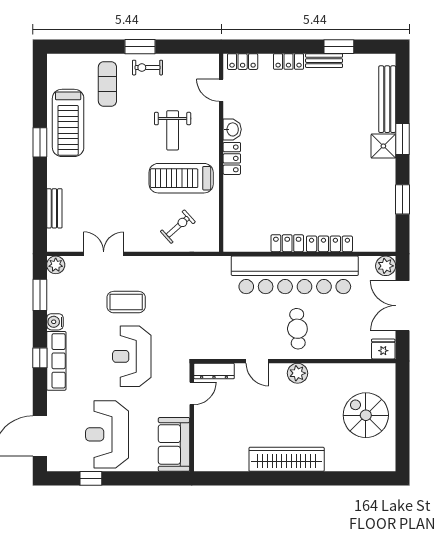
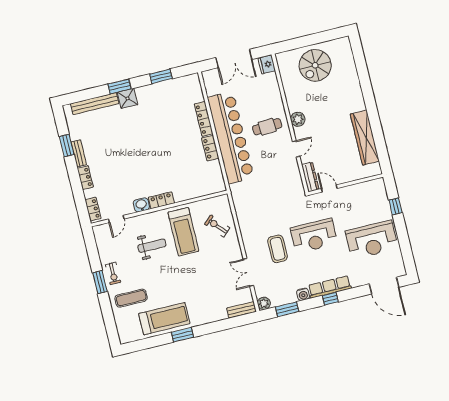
bench: (54, 208) -> (241, 310), moved
plant: (386, 266) -> (209, 77), removed
sofa: (174, 444) -> (367, 192), removed
wardrobe: (287, 459) -> (365, 138), moved
window: (91, 478) -> (395, 206), moved

